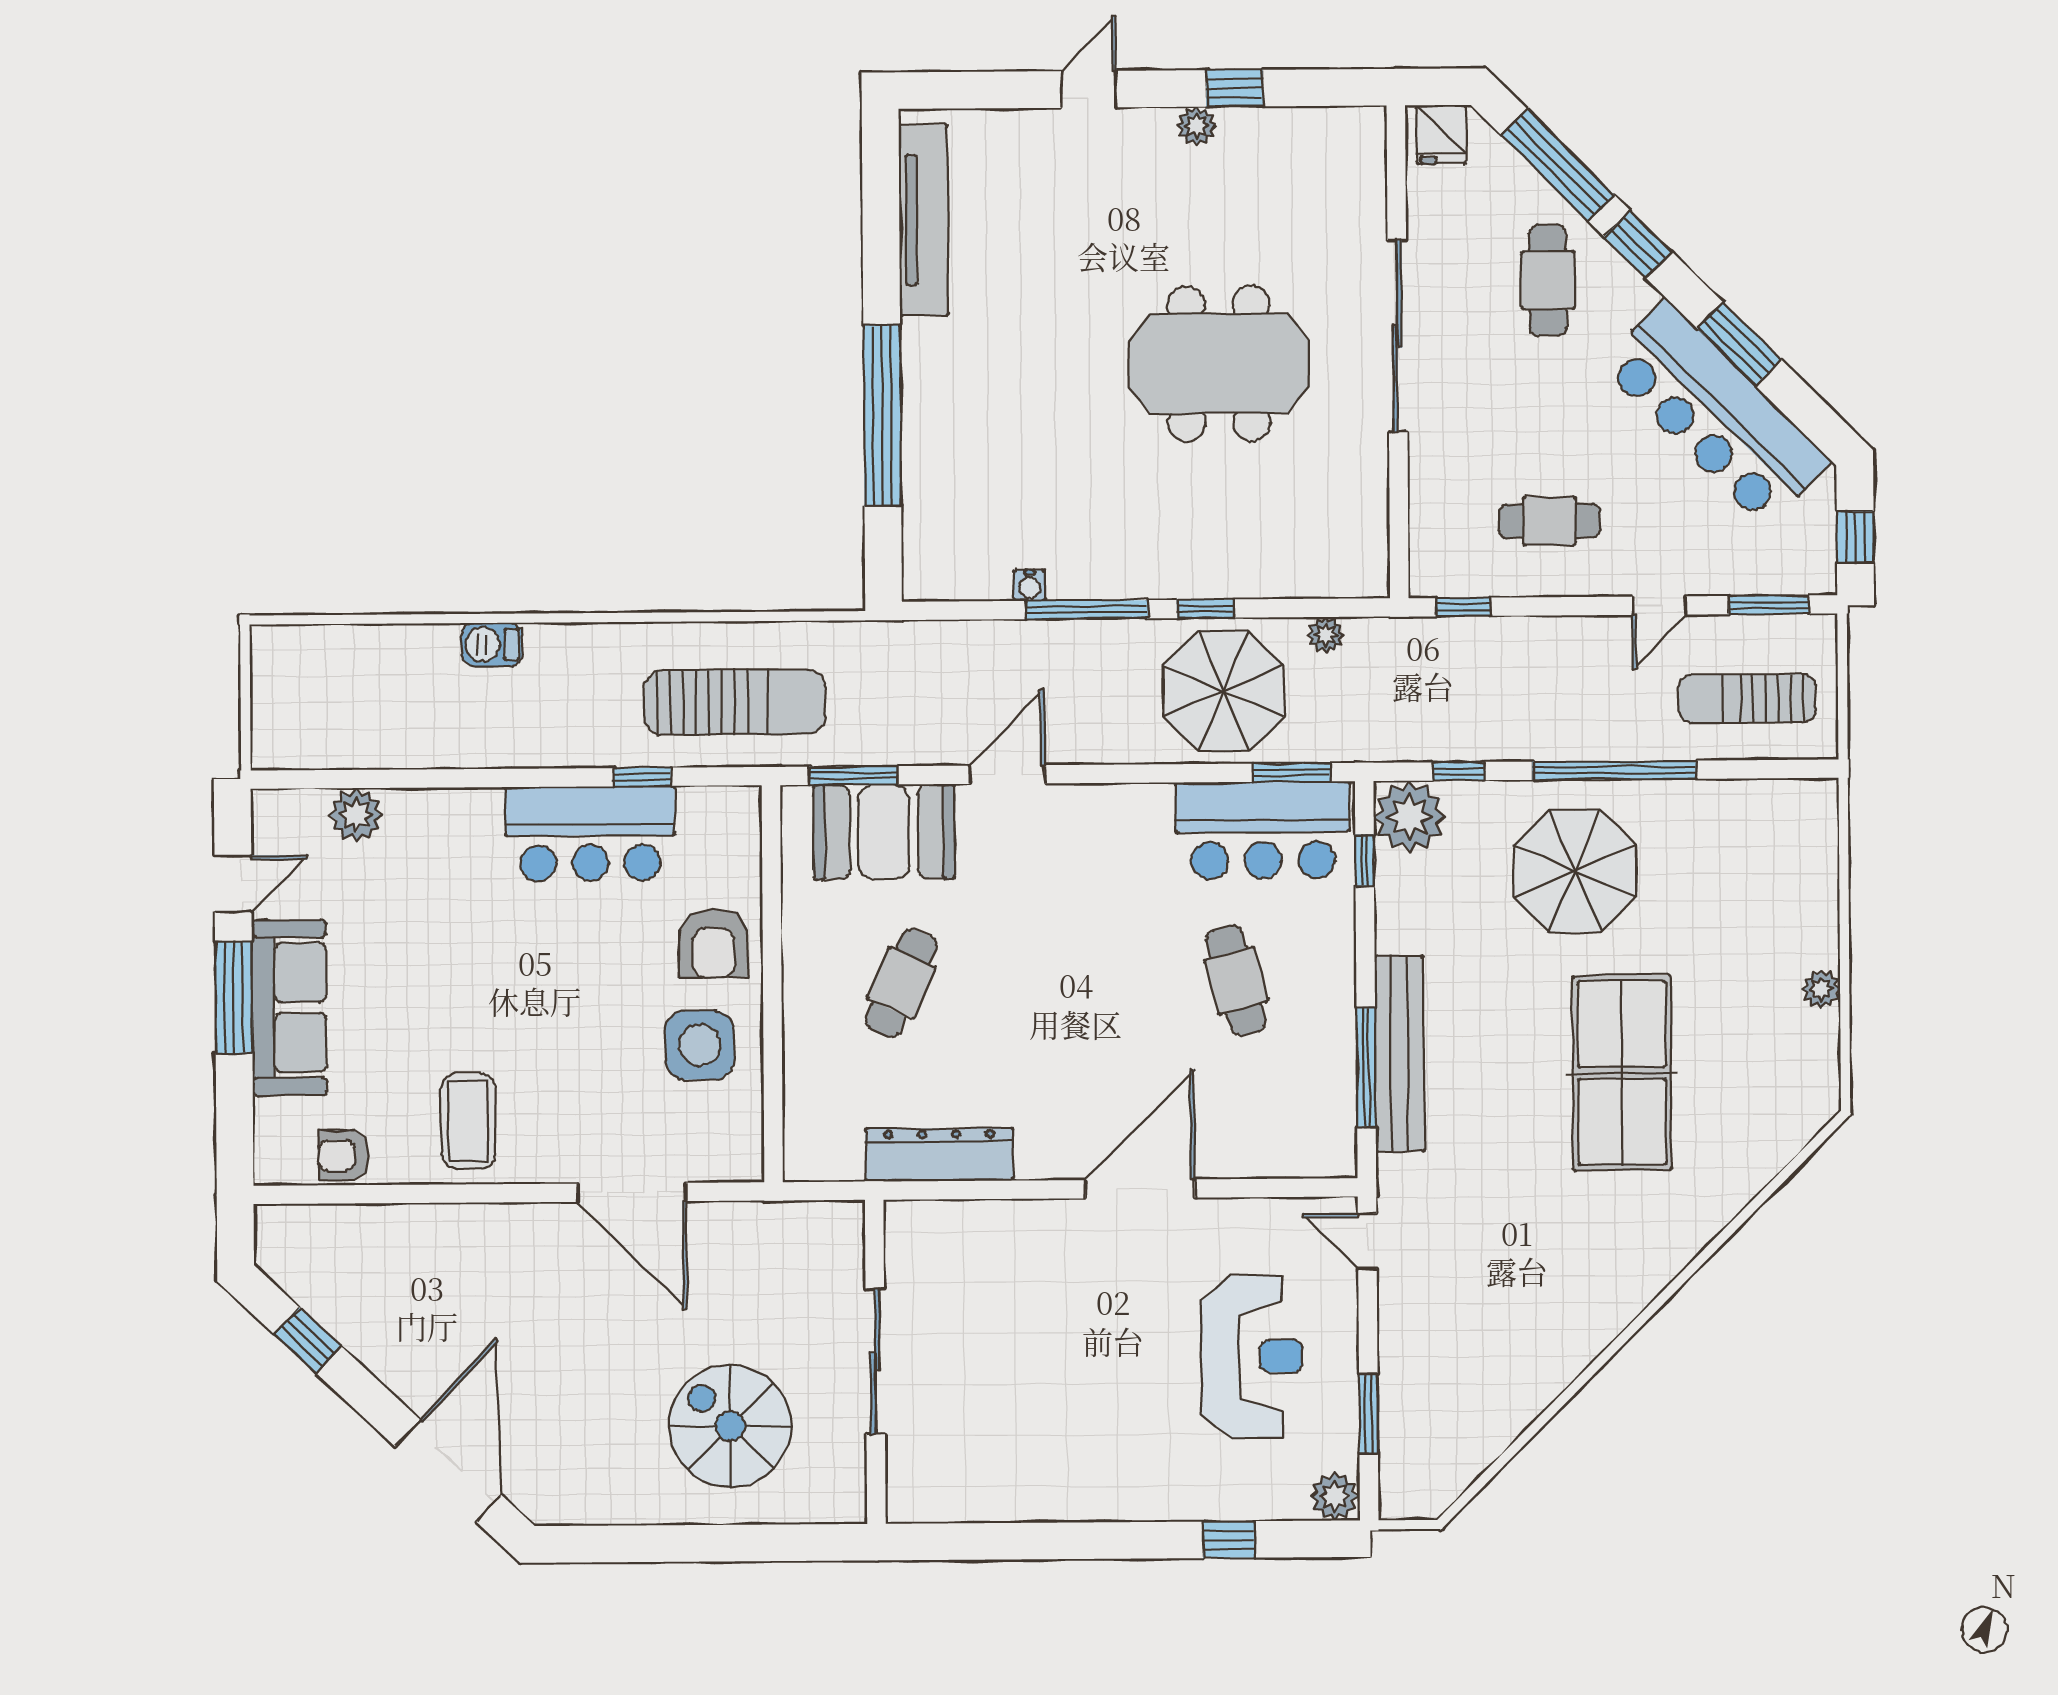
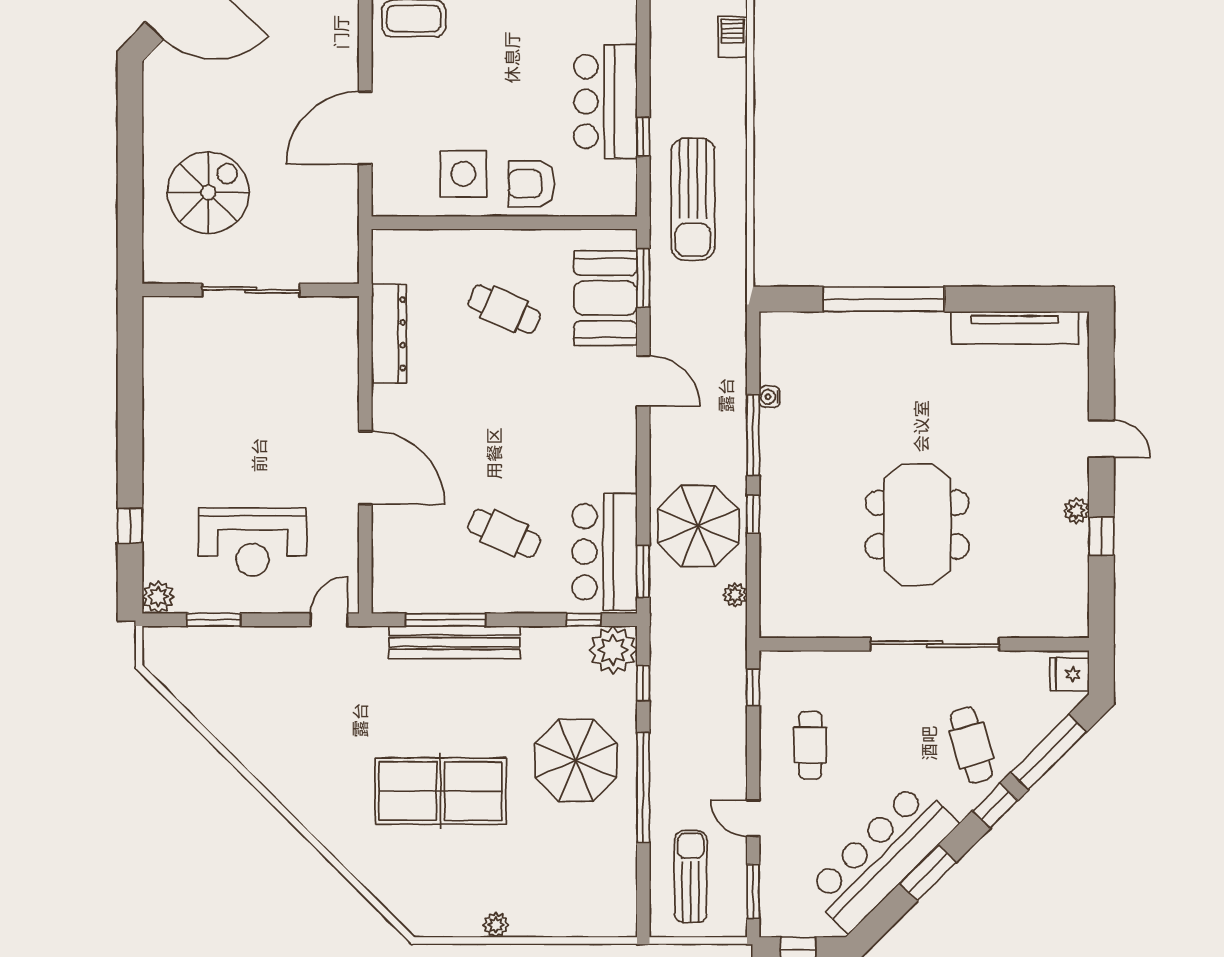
cafe table: (1548, 280) -> (971, 745), turned 74
cafe table: (1236, 980) -> (504, 533), turned 39

